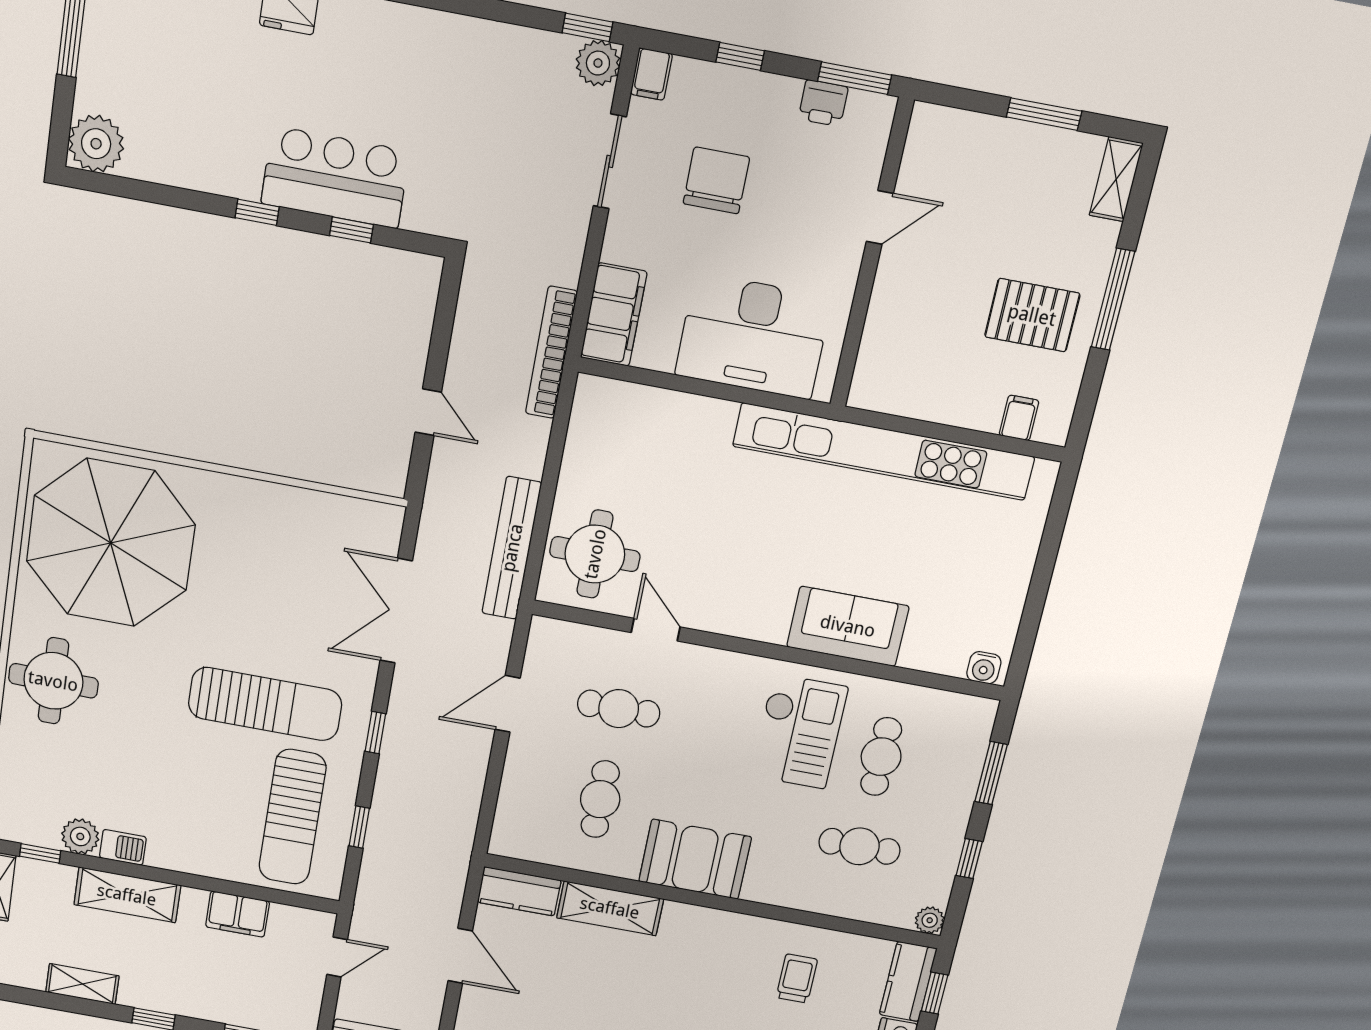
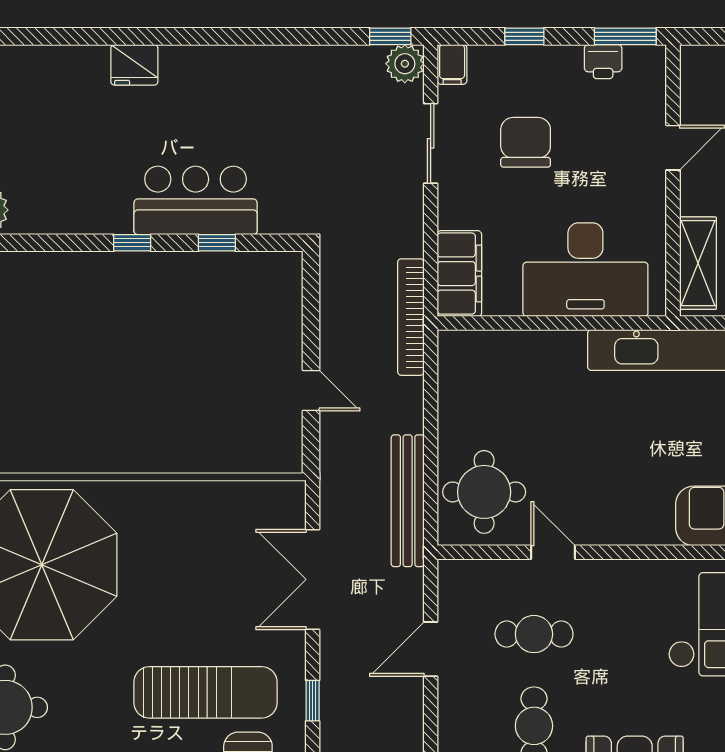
shelving: (878, 352) -> (698, 263), added

